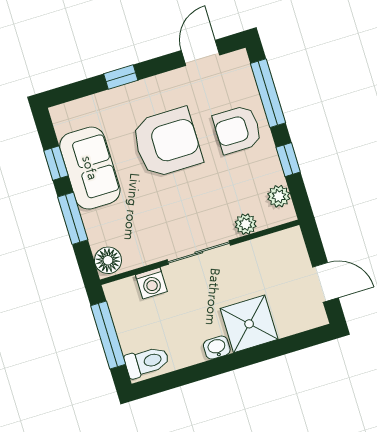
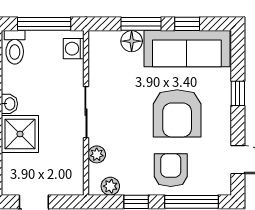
sofa: (90, 168) -> (187, 49), width x1.36
floor lamp: (108, 260) -> (132, 41), moved
washing machine: (151, 283) -> (74, 49), moved

